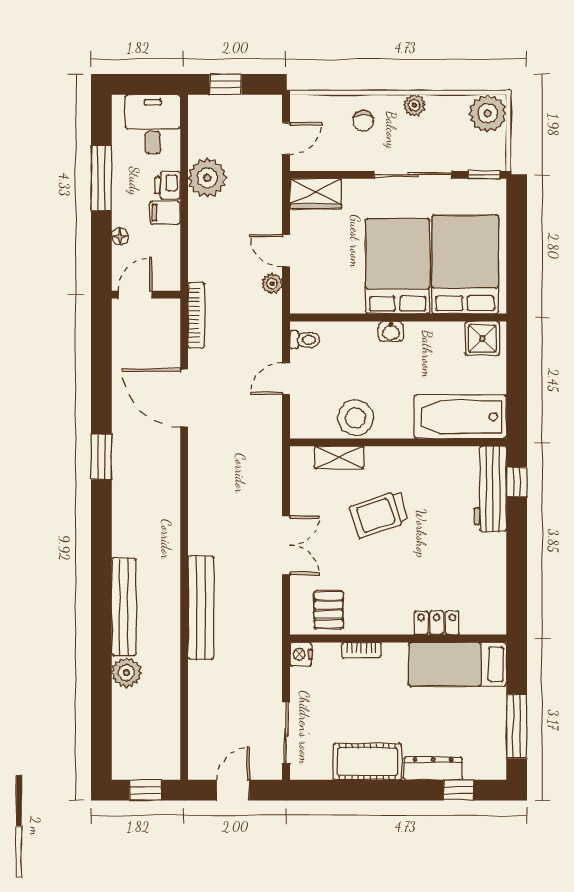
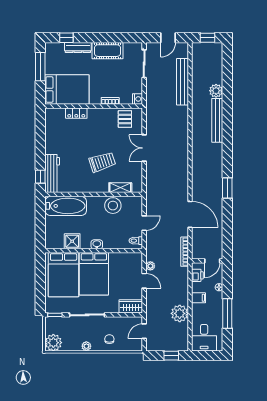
printer: (168, 185) -> (197, 275), moved
shower: (482, 338) -> (72, 241), moved
bench: (201, 608) -> (182, 82), moved
bed: (458, 664) -> (67, 90), width x1.50

